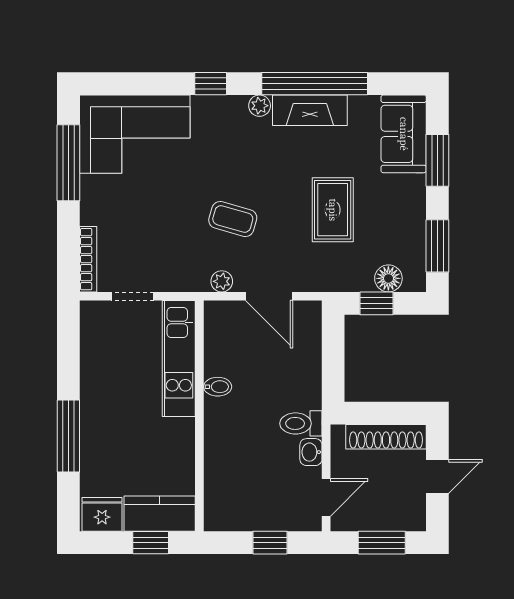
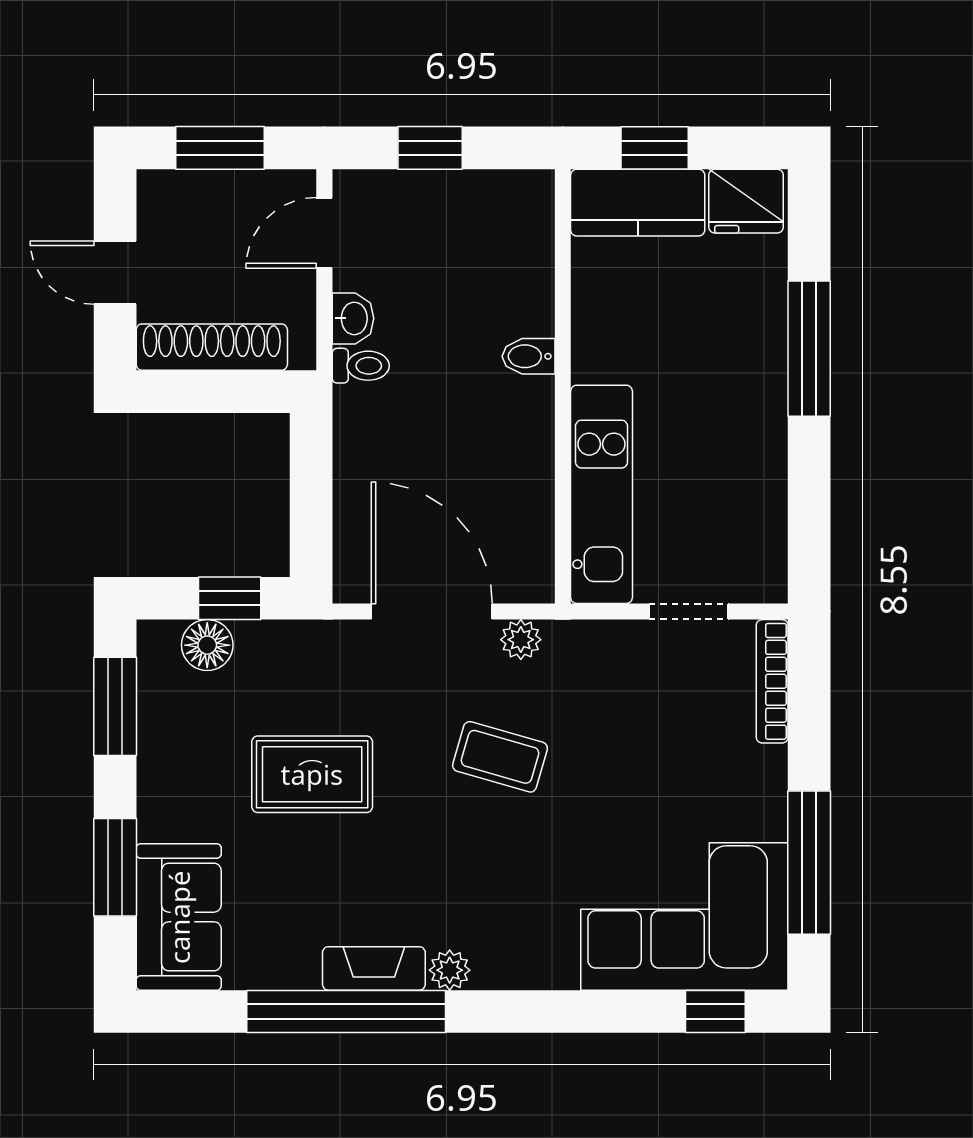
window: (211, 84) -> (715, 1012), moved
fireplace: (310, 110) -> (374, 968), width x0.73, depth x0.76
rug: (333, 210) -> (312, 774), turned 90
door: (269, 296) -> (432, 612), width x1.36
bidet: (218, 387) -> (528, 356), moved
toilet: (301, 423) -> (361, 366), width x0.73, depth x0.72
door: (437, 476) -> (115, 273), hinge flipped

